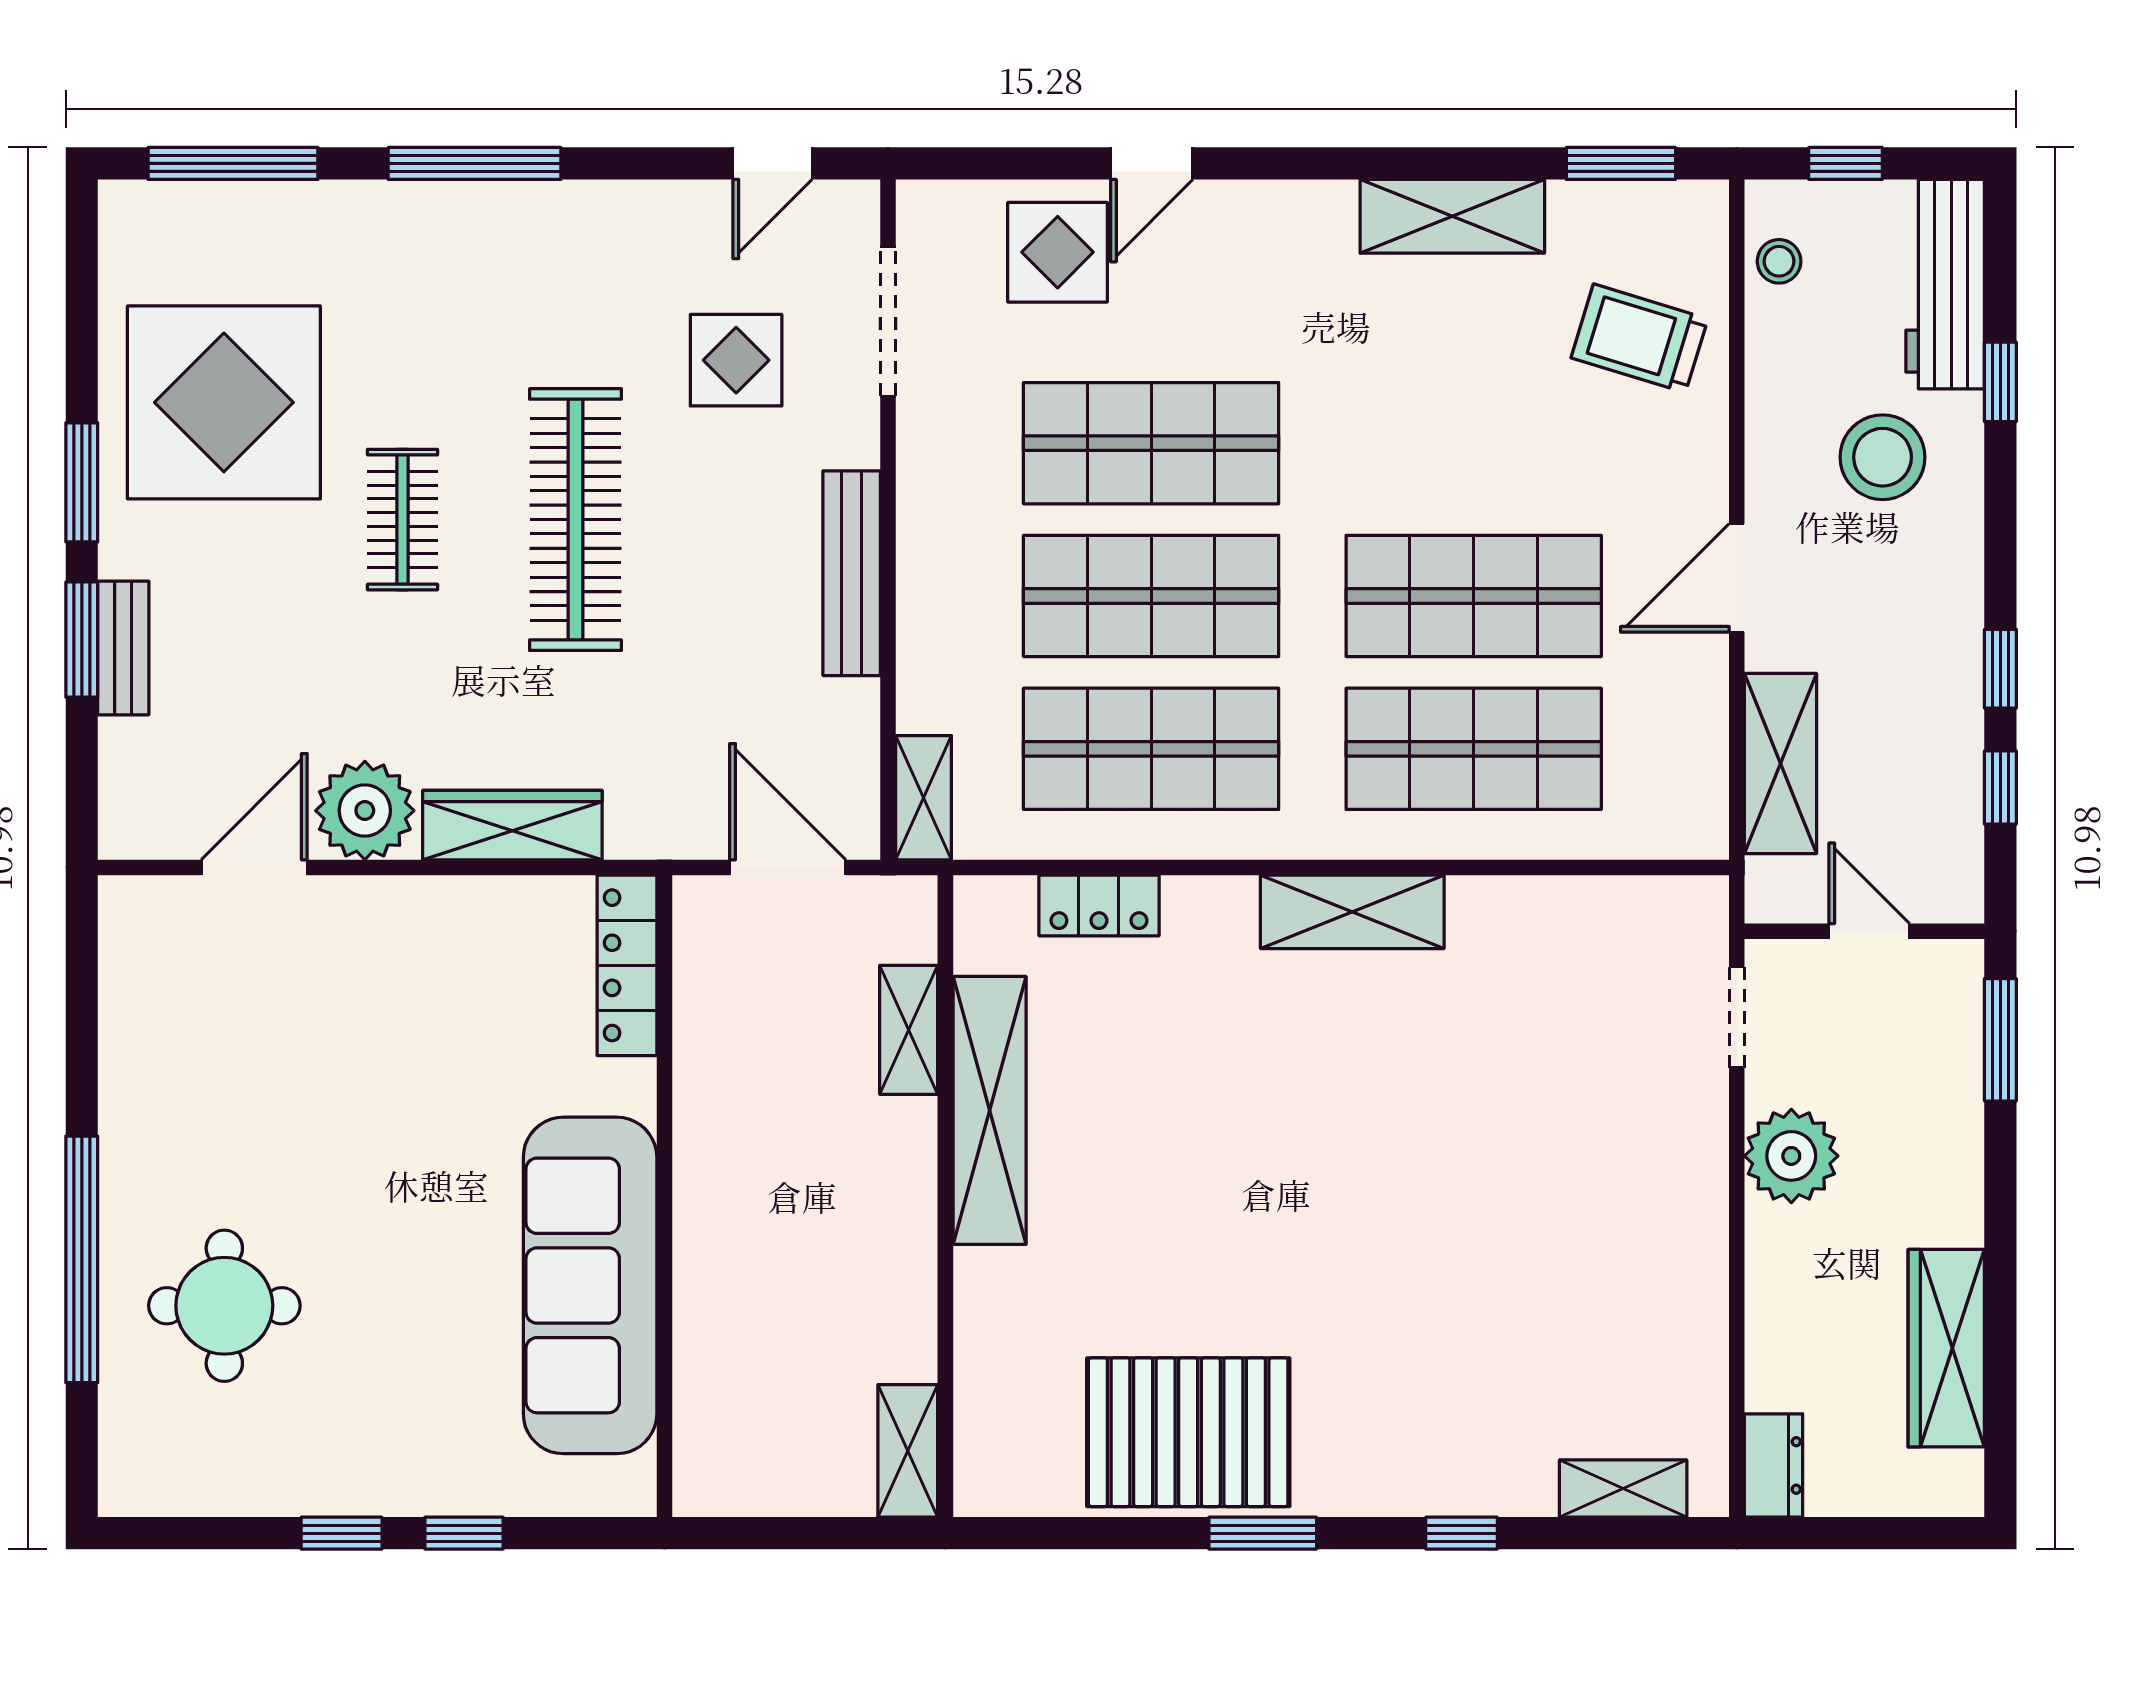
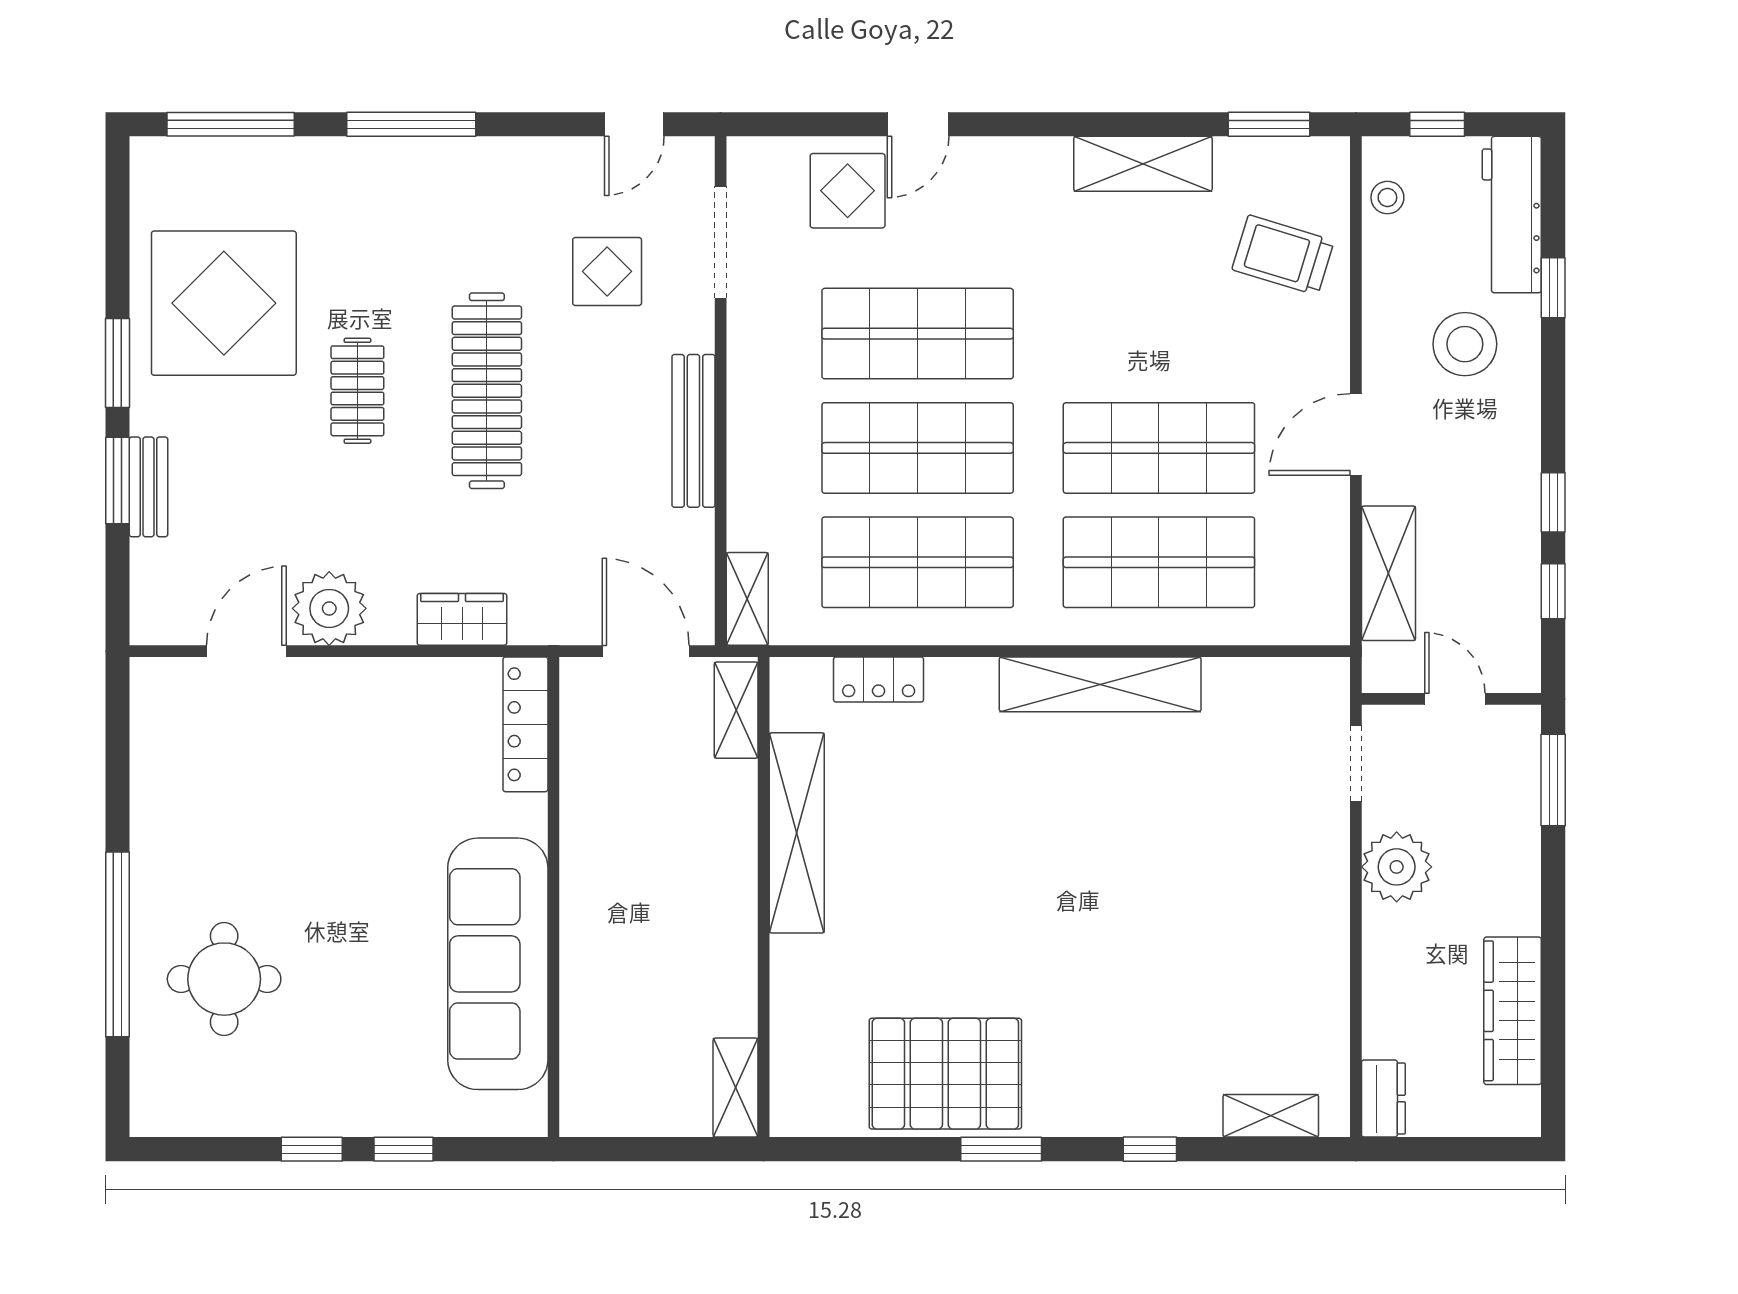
wardrobe: (512, 825) -> (462, 619), width x0.67
shelving: (1352, 912) -> (1100, 684), width x1.47
shelving: (909, 1030) -> (736, 710), moved

